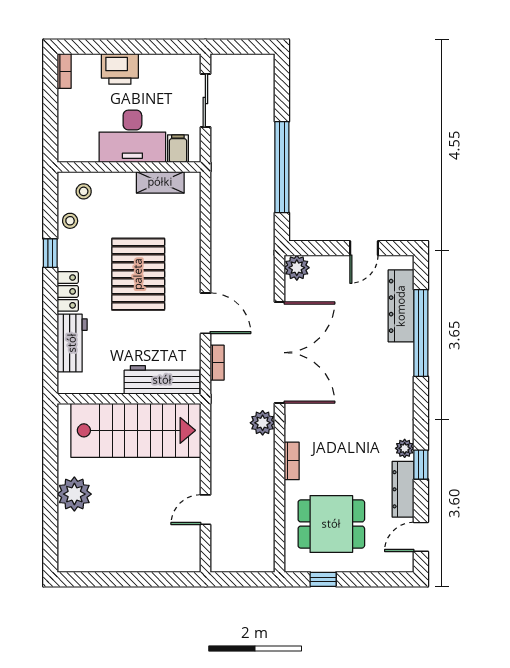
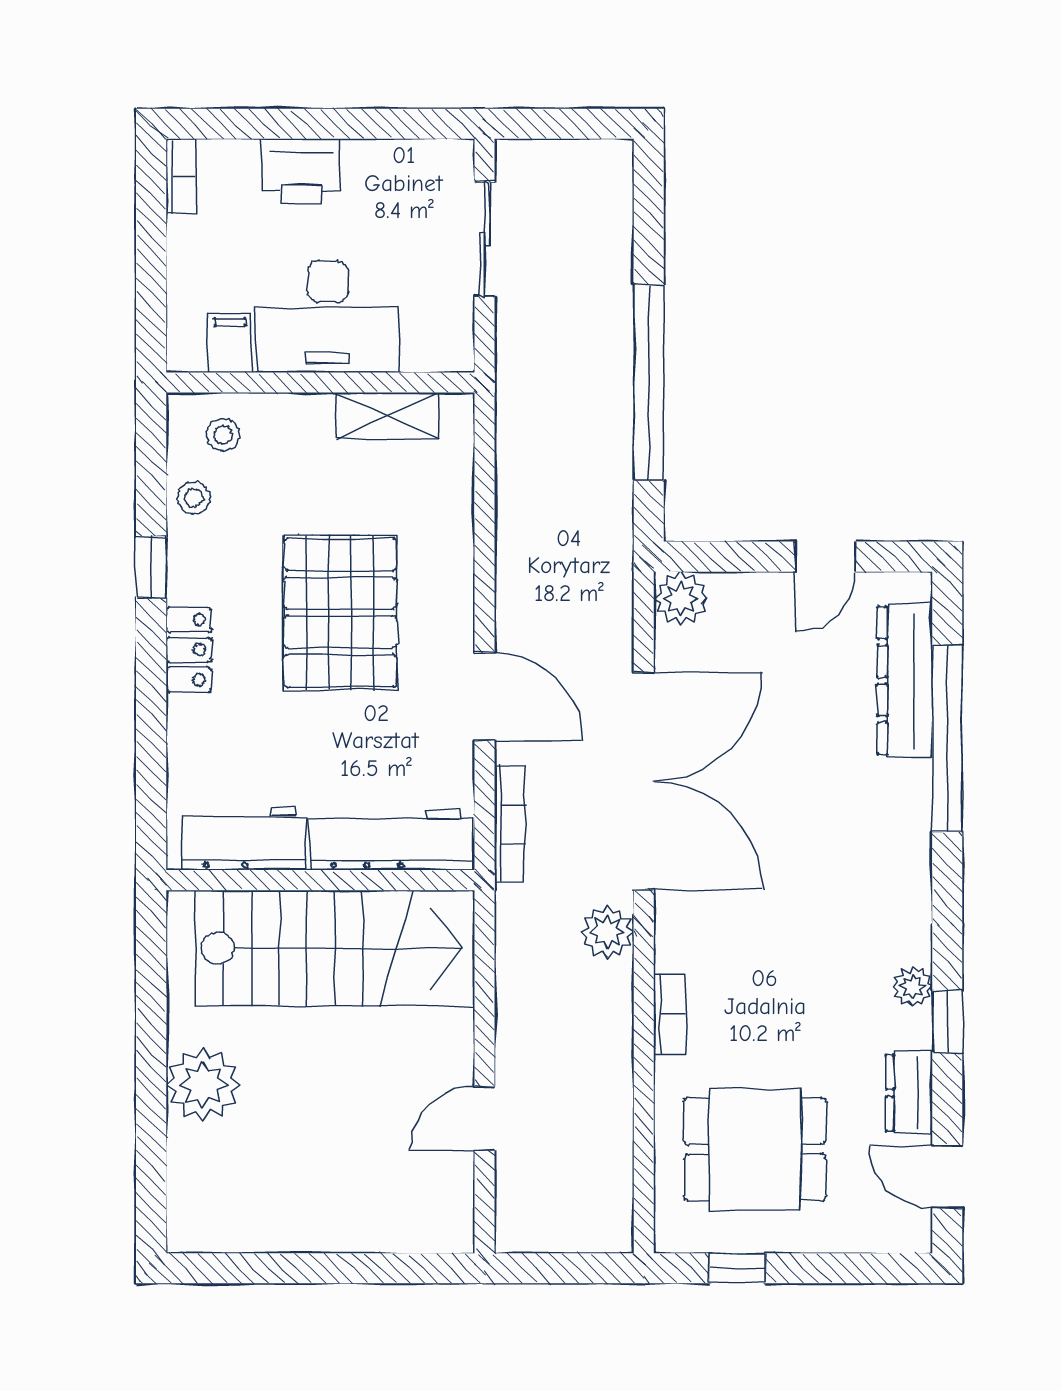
filing cabinet: (178, 149) -> (230, 343), moved
workbench: (72, 343) -> (244, 838), moved, turned -90
bookcase: (217, 363) -> (509, 824), width x1.56
dresser: (403, 489) -> (909, 1093), width x0.70
door: (421, 537) -> (947, 1177), hinge flipped

